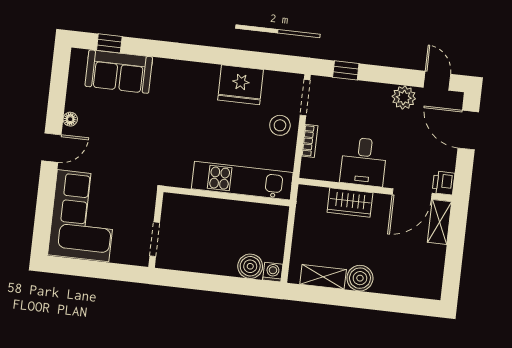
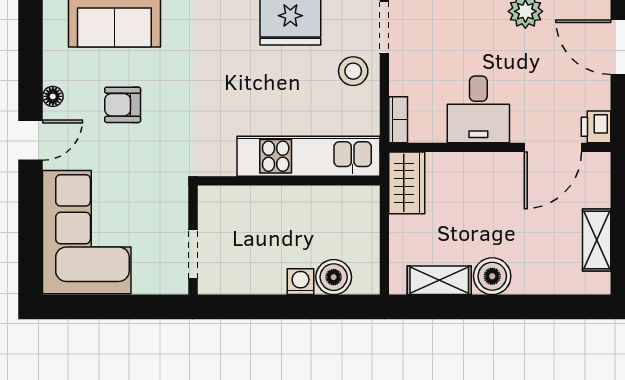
armchair: (118, 130) -> (123, 105), added
bookcase: (310, 141) -> (398, 120), moved
wardrobe: (350, 203) -> (407, 183), moved, turned -90
shelving: (439, 222) -> (597, 240), moved
washing machine: (273, 272) -> (300, 282), moved

